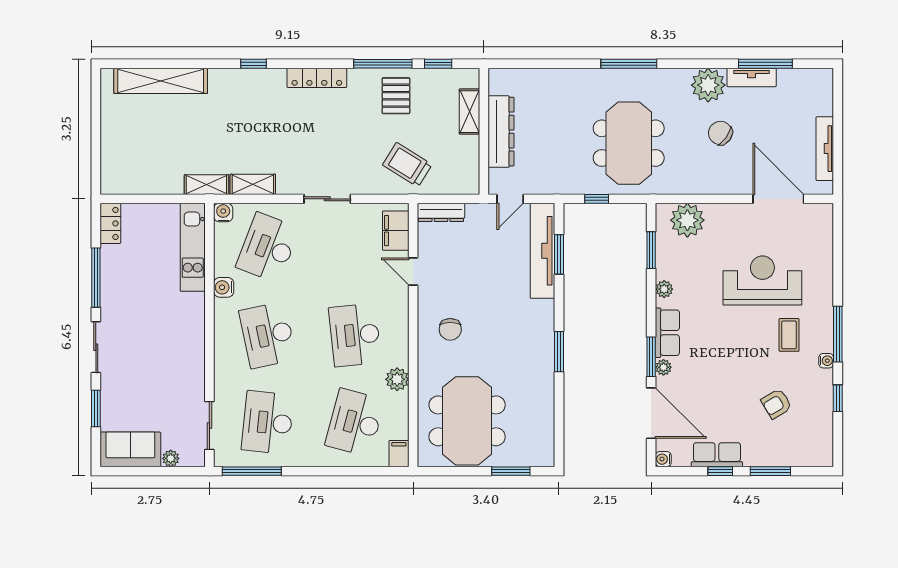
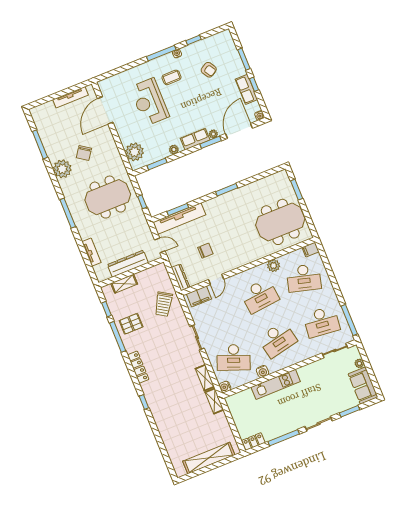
tv unit: (752, 77) -> (91, 252), moved
shelving: (161, 81) -> (209, 458), moved, turned 90
kitchen unit: (193, 247) -> (276, 384), moved
chair: (450, 329) -> (205, 251), moved

